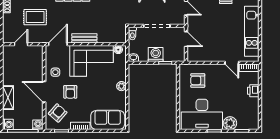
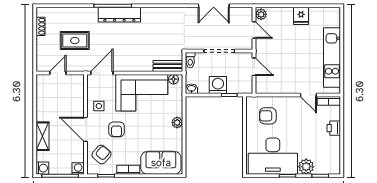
bench: (84, 38) -> (168, 66), moved

